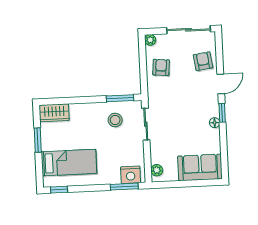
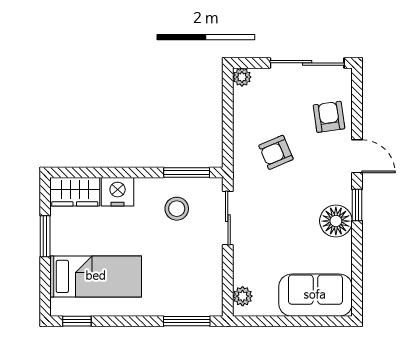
armchair: (161, 67) -> (276, 152), moved, turned -118
door: (221, 84) -> (357, 156), hinge flipped
floor lamp: (215, 123) -> (336, 221), width x1.89, depth x1.89
nightstand: (131, 175) -> (118, 192), moved, turned 180

